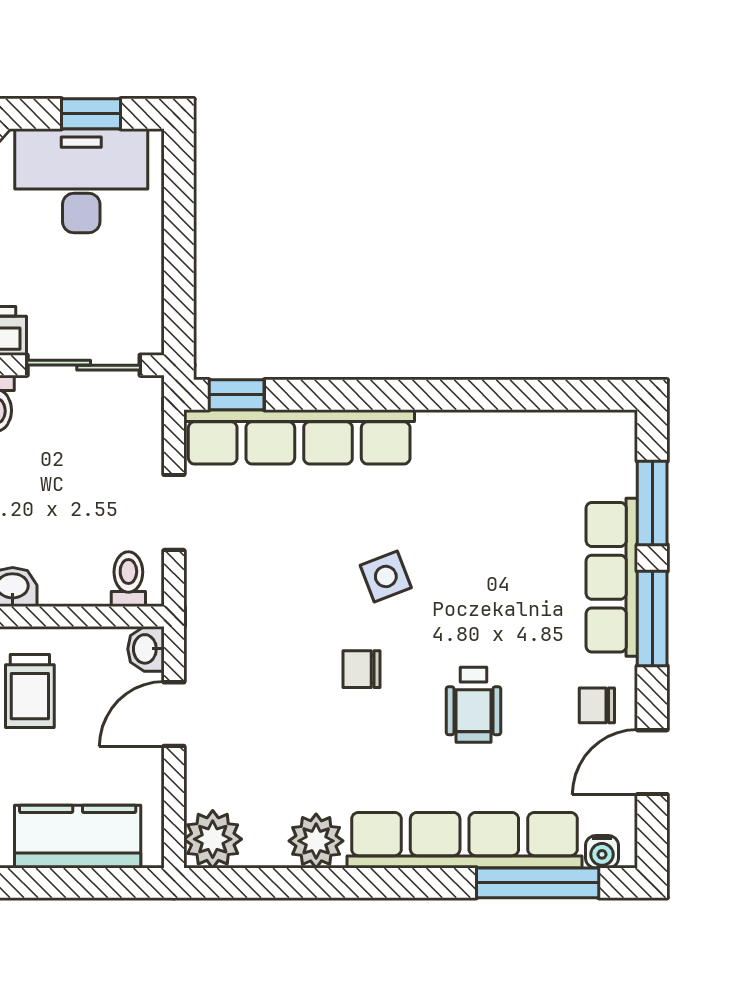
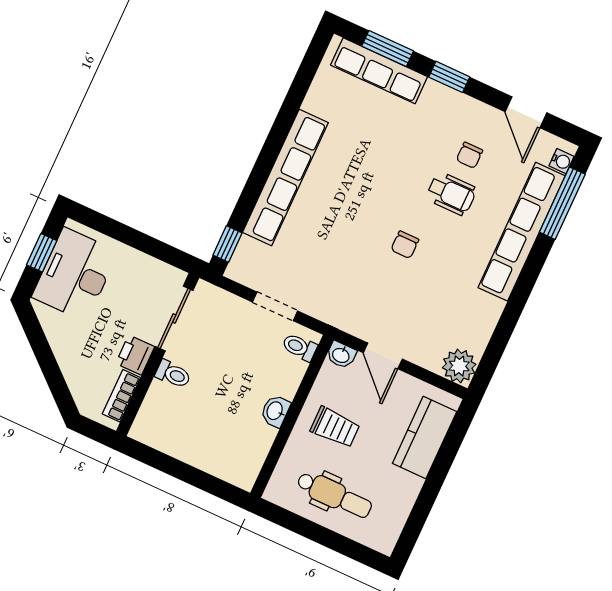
row of seats: (299, 437) -> (285, 177), moved
side table: (386, 576) -> (361, 209), removed
row of seats: (612, 577) -> (379, 71), moved
window: (652, 618) -> (449, 77), width x0.67
chair: (597, 705) -> (469, 155), moved
plant: (316, 841) -> (485, 311), removed

